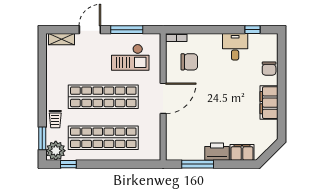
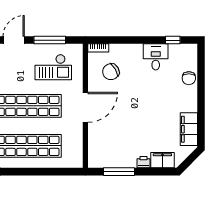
chair: (189, 62) -> (111, 72), turned 149
filing cabinet: (269, 103) -> (189, 129), moved
printer: (217, 152) -> (144, 162), width x0.53, depth x0.68

